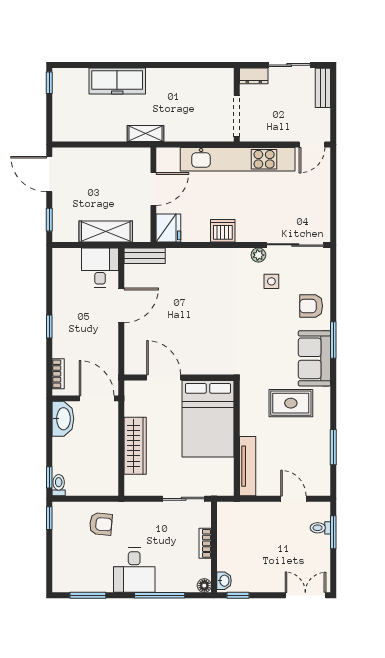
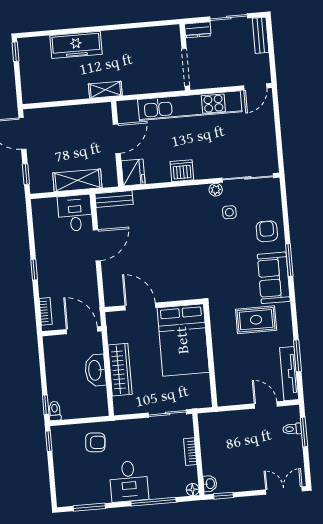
armchair: (311, 306) -> (267, 231), turned 90
washbasin: (63, 419) -> (95, 370), moved, turned 180
tv unit: (248, 466) -> (289, 374), moved, turned 180

